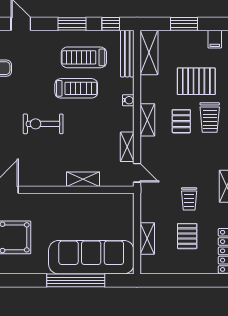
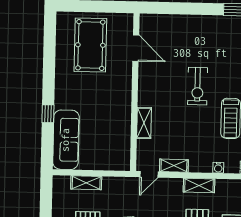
exercise bike: (43, 124) -> (198, 86), turned 180
sofa: (91, 257) -> (66, 140), width x0.74, depth x0.79
window: (76, 280) -> (48, 114), width x0.32

